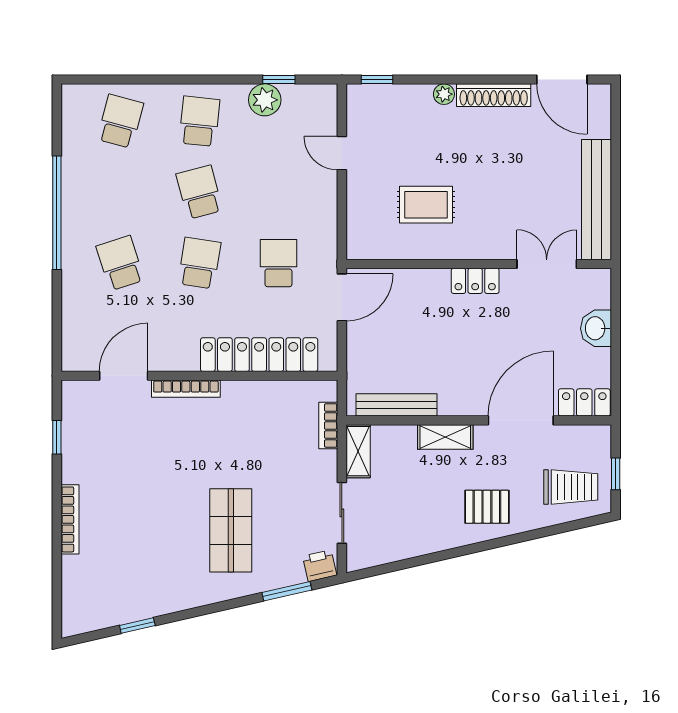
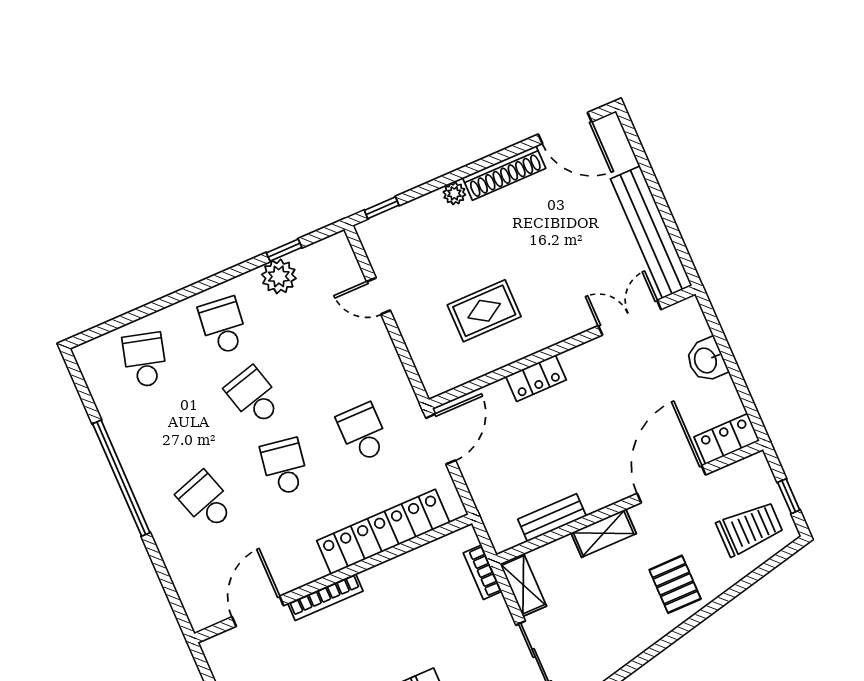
locker: (475, 281) -> (536, 378), moved
bench: (396, 405) -> (552, 518), width x0.73
pallet: (487, 507) -> (675, 584), turned 90

